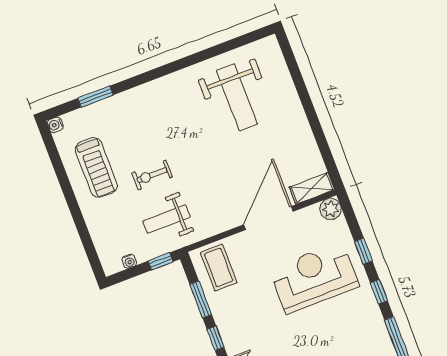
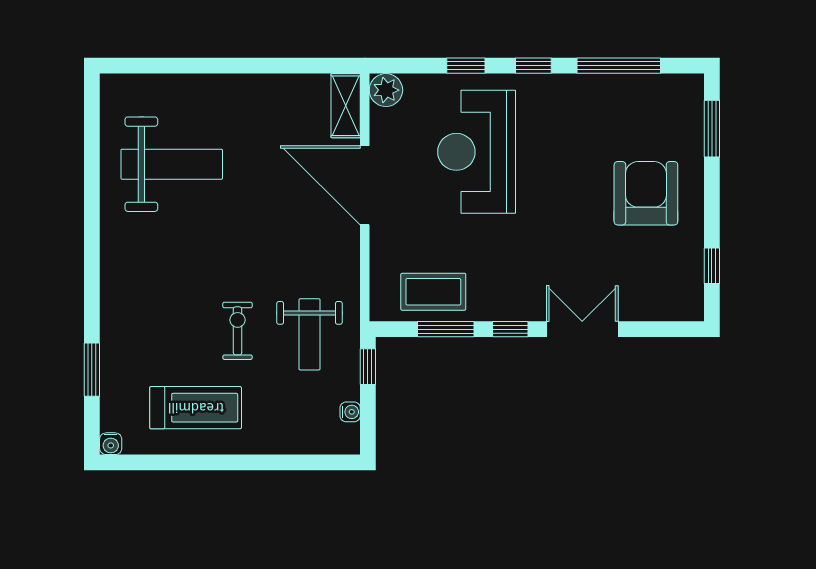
exercise bike: (152, 175) -> (238, 331), turned 180
coffee table: (219, 268) -> (433, 292), moved

